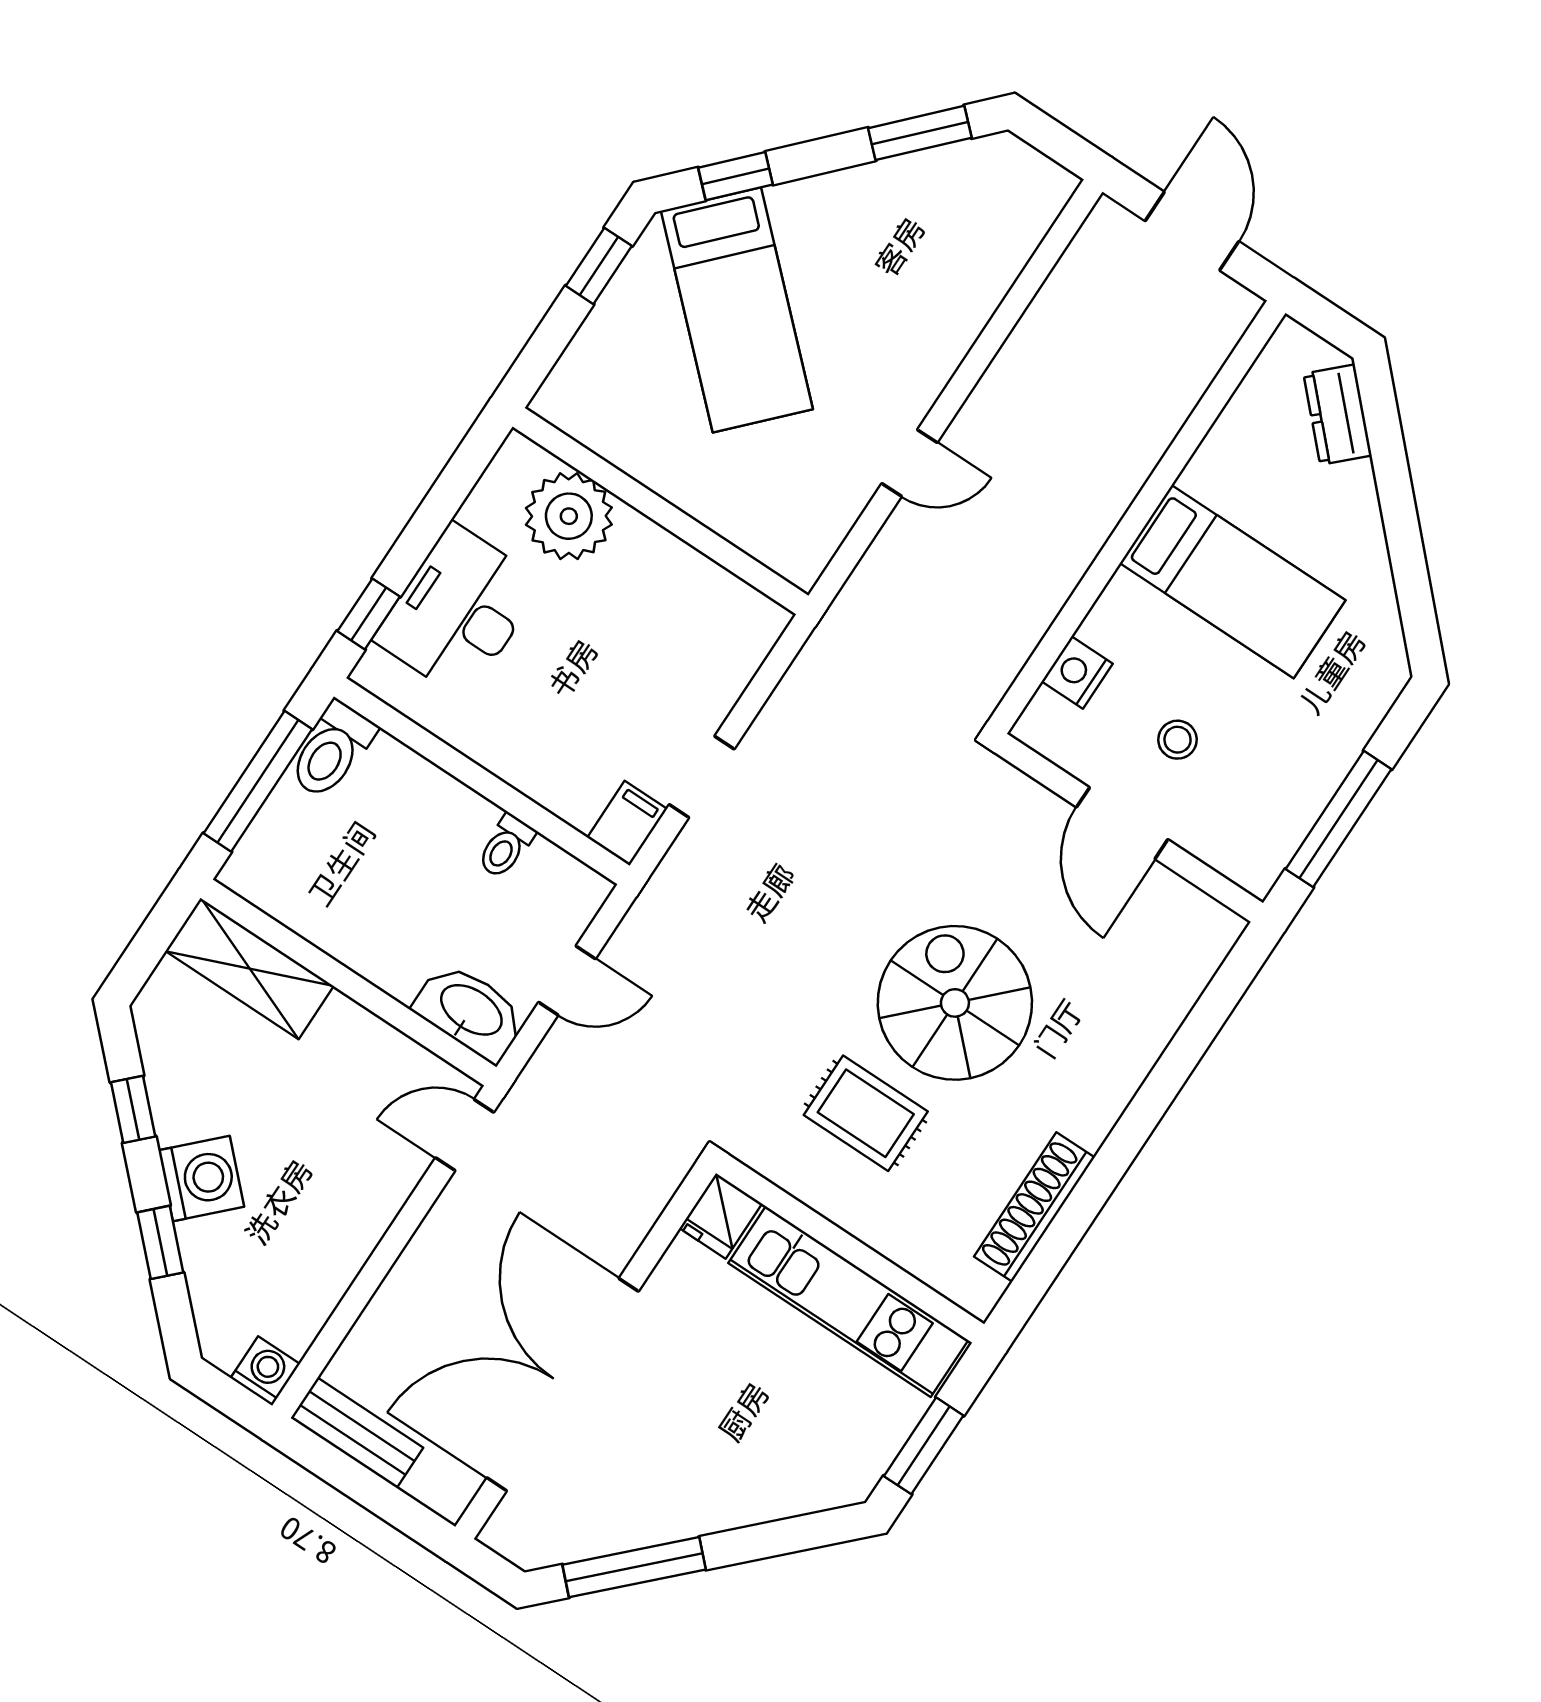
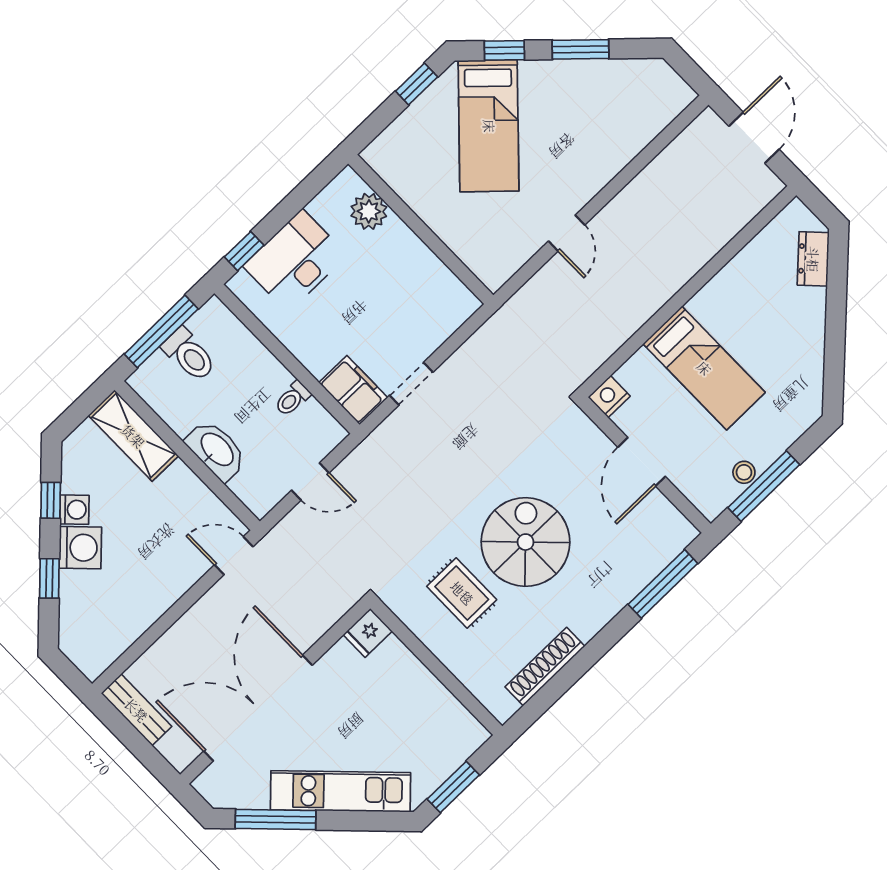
window: (920, 133) -> (580, 49), moved
door: (909, 463) -> (567, 233), hinge flipped
plant: (569, 516) -> (369, 211), width x0.73, depth x0.73
bed: (1233, 582) -> (704, 368), moved
nightstand: (1077, 673) -> (609, 397), moved
stool: (1178, 740) -> (744, 472), moved
toilet: (332, 750) -> (189, 355), moved, turned -90
filing cabinet: (627, 823) -> (353, 390), width x2.00
washbasin: (470, 1012) -> (216, 450), moved
window: (1204, 1023) -> (663, 584), added
kitchen unit: (848, 1302) -> (341, 791), moved, turned 135
washing machine: (265, 1371) -> (74, 510), moved, turned 45

